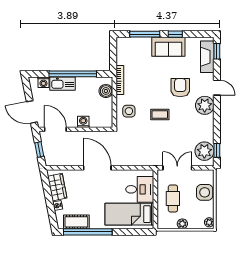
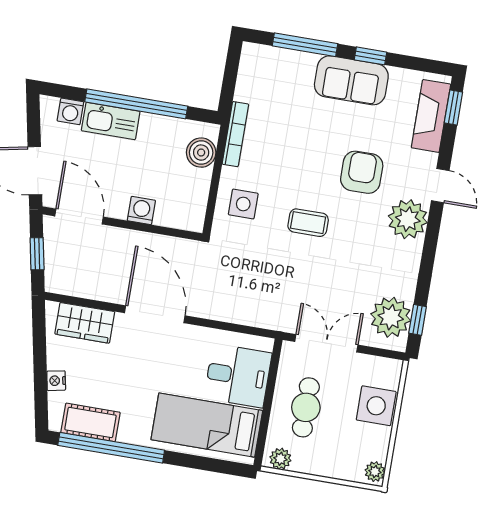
wardrobe: (57, 187) -> (85, 323), moved, turned 101
plant: (182, 224) -> (280, 459), moved

